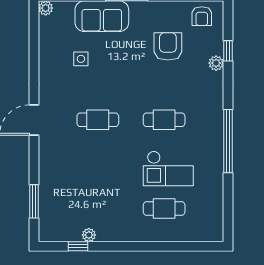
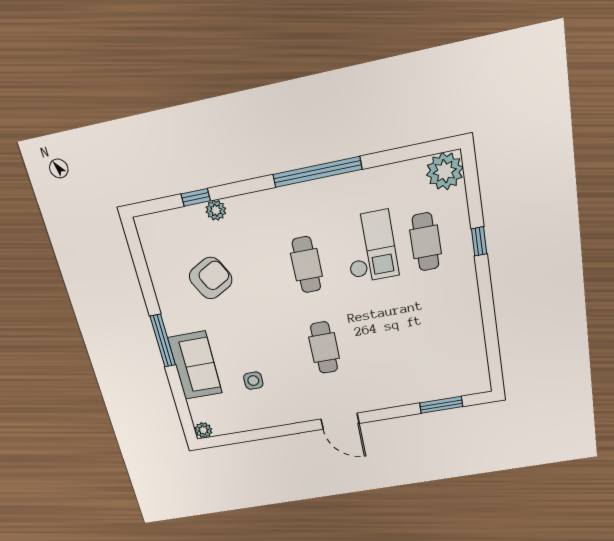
armchair: (202, 16) -> (160, 242), removed
armchair: (168, 46) -> (211, 278), turned 152
plant: (89, 235) -> (445, 171), moved, width x1.88, depth x1.88
window: (78, 246) -> (479, 241), moved

